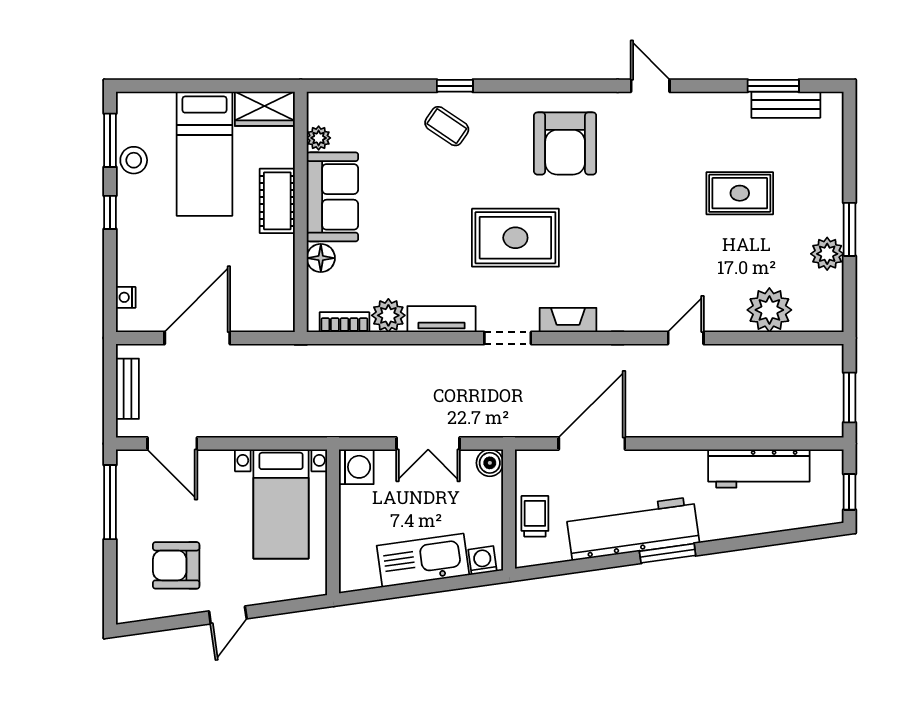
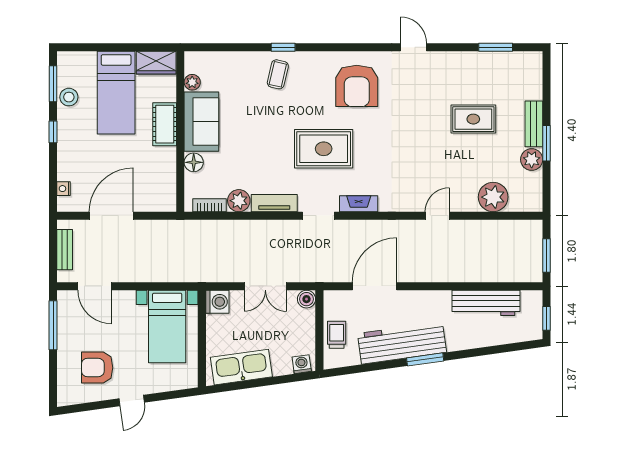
bench: (786, 105) -> (534, 124), moved, turned 90
coffee table: (447, 126) -> (278, 74), turned 69
kitchen sink: (423, 560) -> (241, 367), moved

